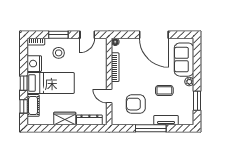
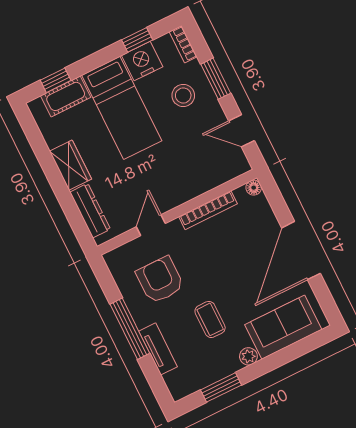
window: (24, 83) -> (137, 40), moved

